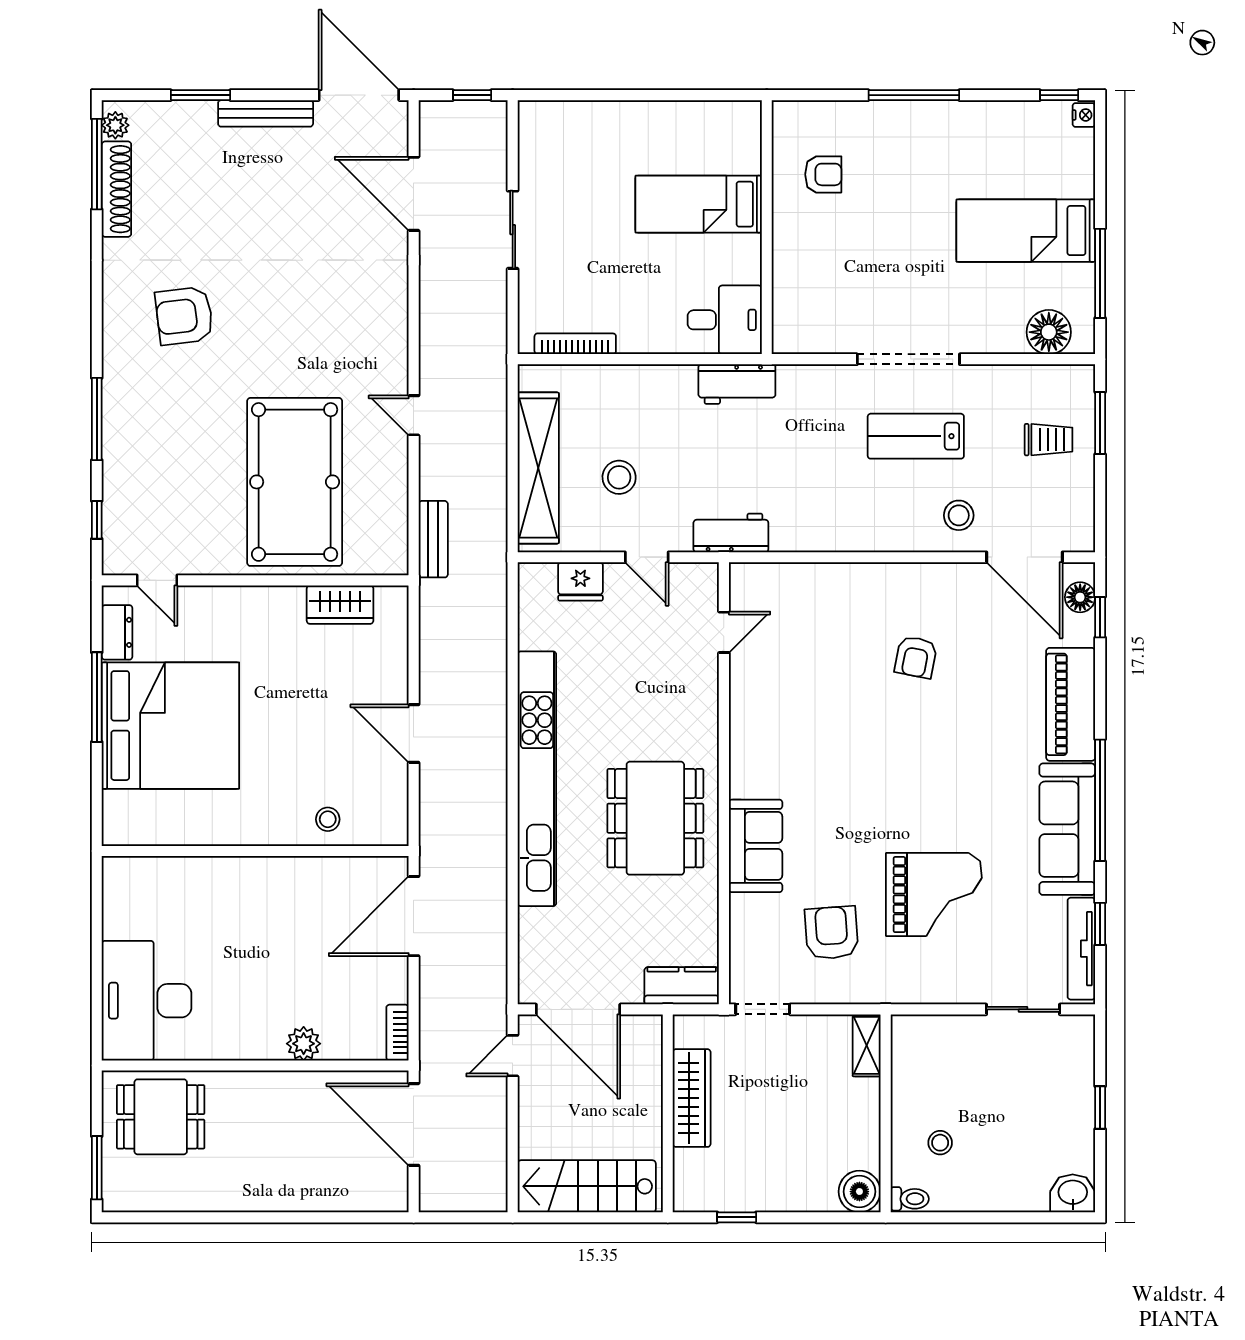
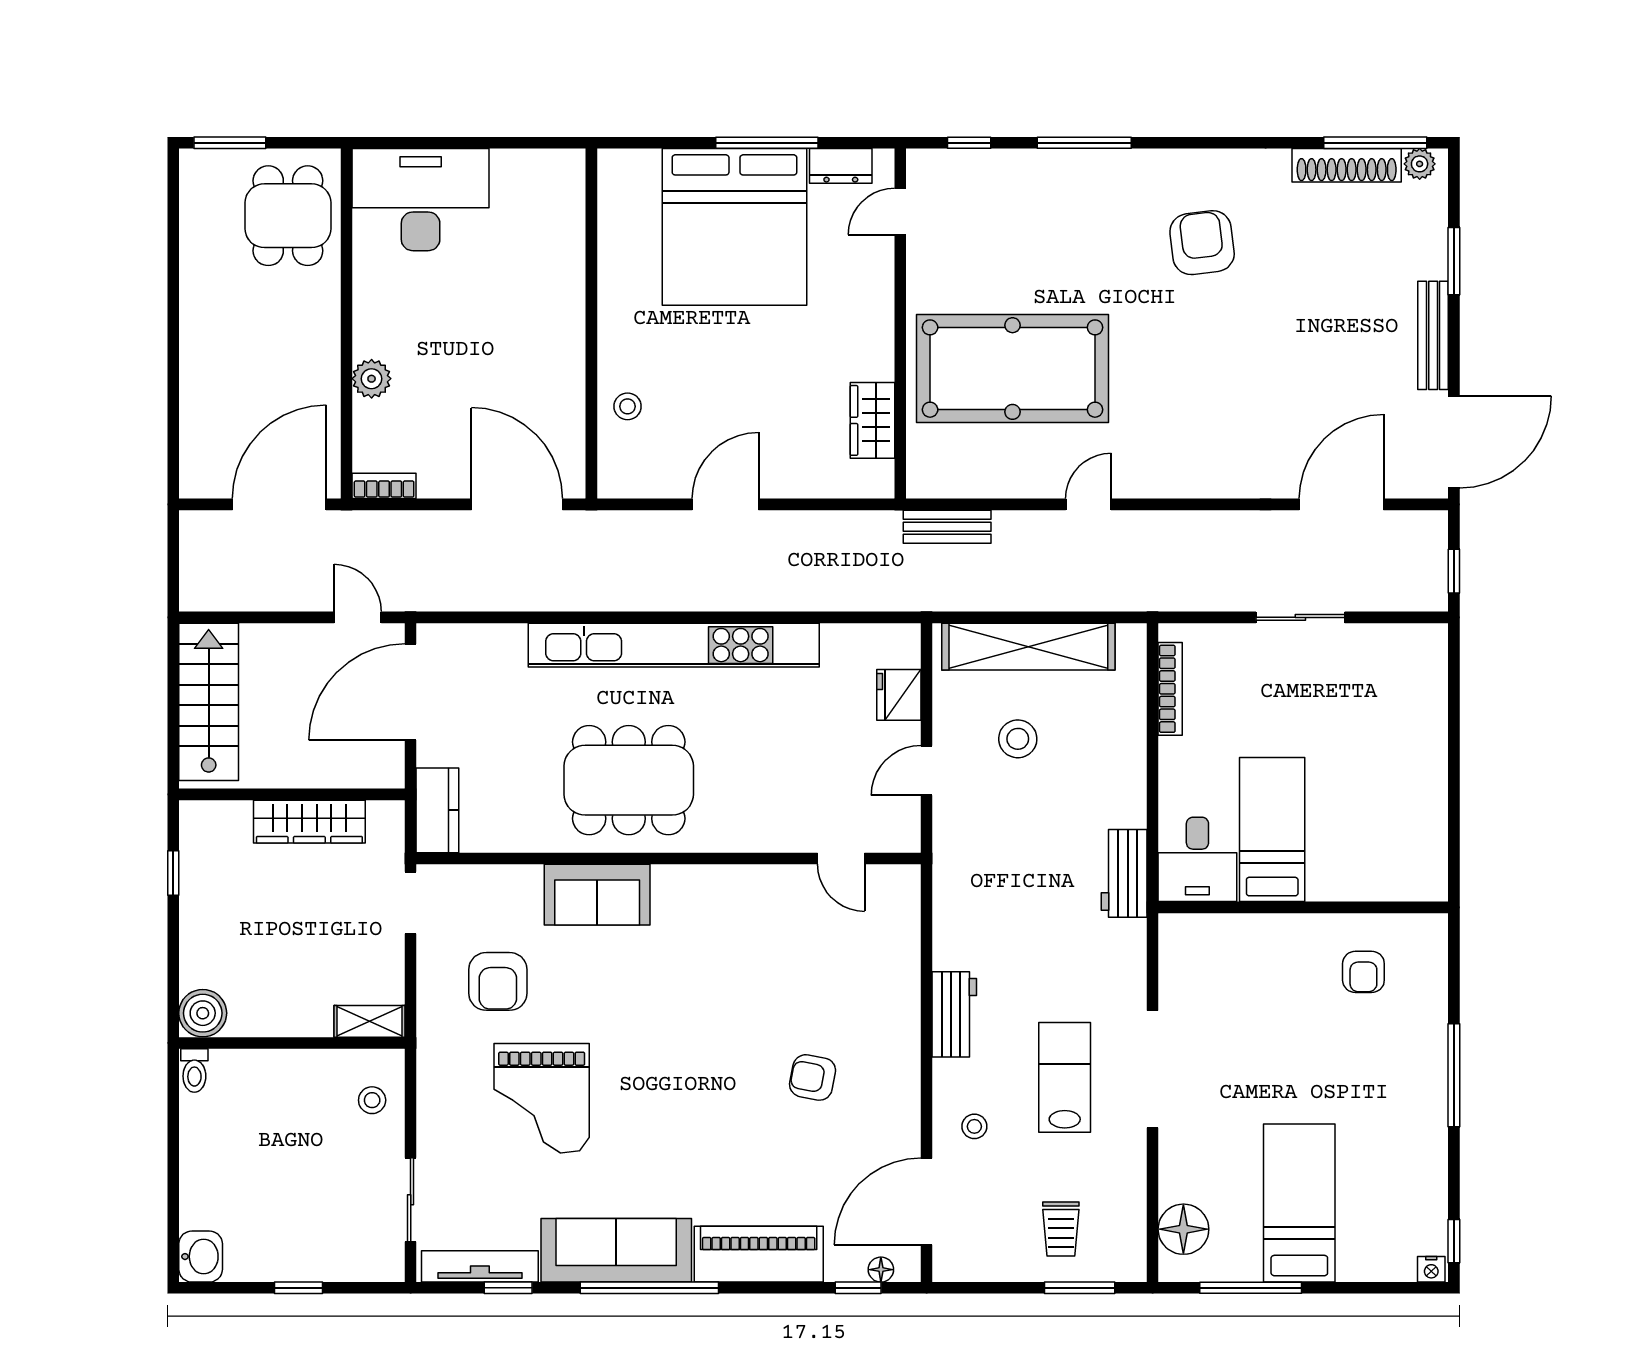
bed: (699, 204) -> (1272, 830), moved
stool: (959, 515) -> (974, 1126), width x0.73, depth x0.73
workbench: (731, 533) -> (954, 1014), moved
floor lamp: (1080, 597) -> (881, 1270), width x0.73, depth x0.73
armchair: (832, 933) -> (498, 981), turned 94
stool: (940, 1143) -> (372, 1100), moved

